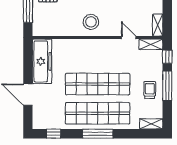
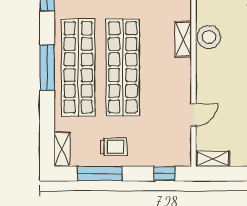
stool: (91, 22) -> (209, 37), moved
shelving: (151, 44) -> (183, 39), moved
window: (167, 86) -> (100, 174), moved

